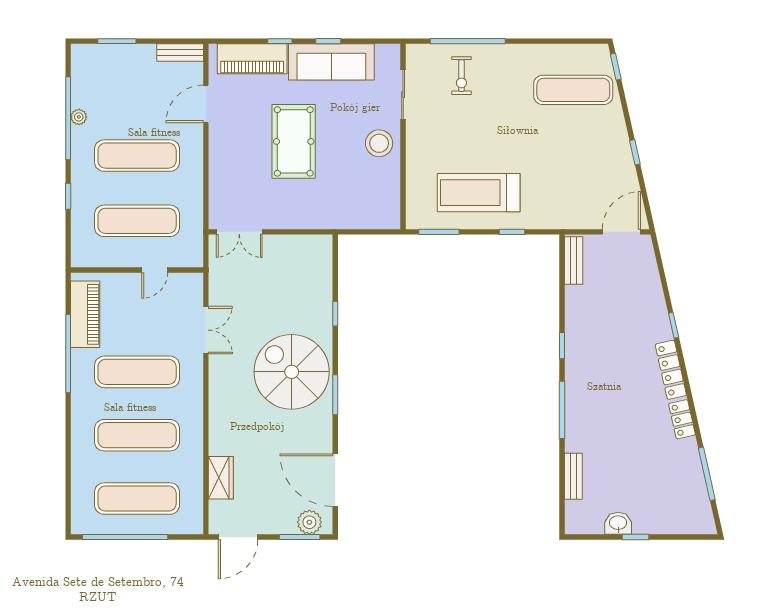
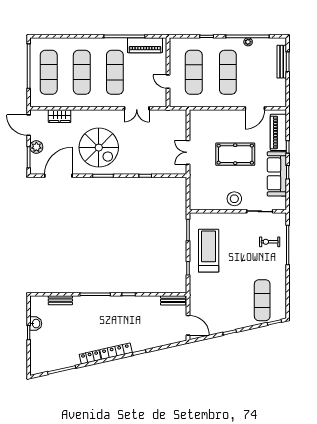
bench: (180, 53) -> (282, 62), moved, width x1.36
door: (206, 104) -> (255, 108), swing flipped
double door: (239, 232) -> (188, 152), moved
spiral stairs: (292, 372) -> (99, 148), moved, turned 90
plant: (309, 522) -> (36, 147), moved

